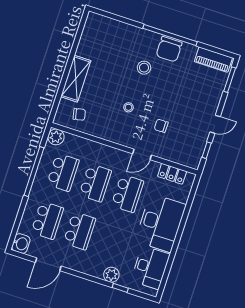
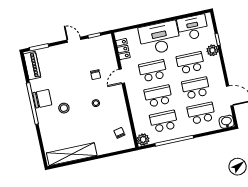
shelving: (76, 79) -> (72, 154), moved, width x1.47
door: (142, 154) -> (122, 76), swing flipped
school desk: (112, 241) -> (190, 63), added

